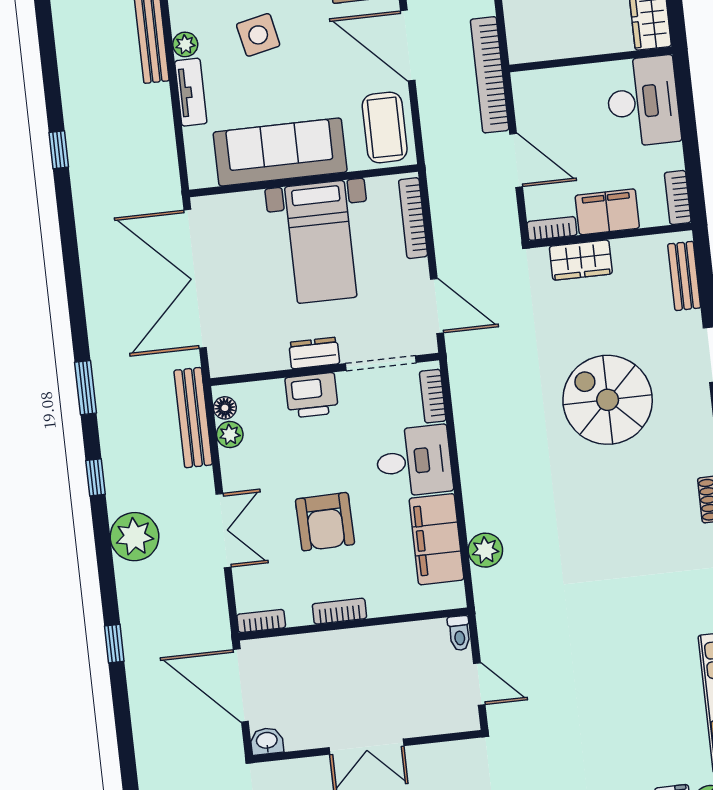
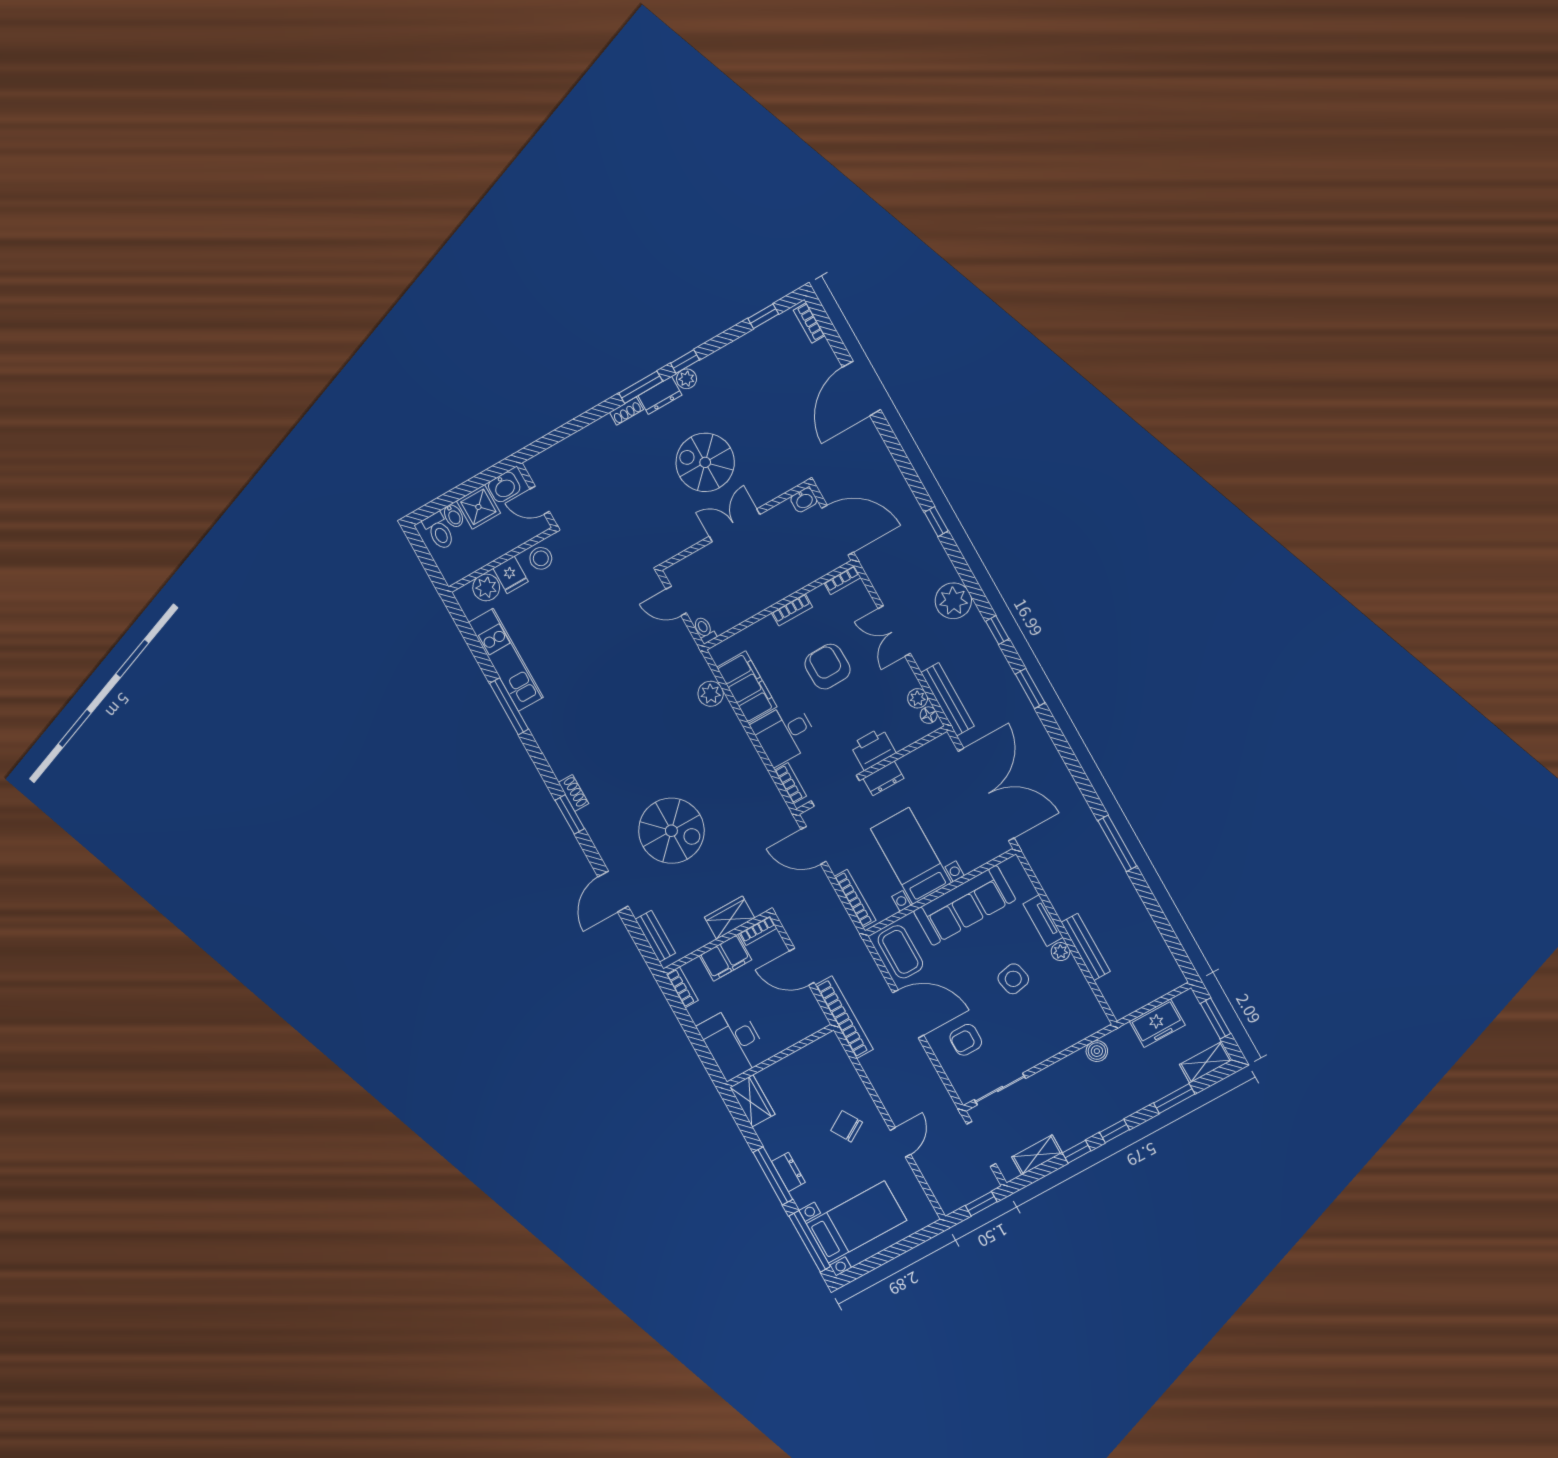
window: (59, 150) -> (1117, 843), width x2.17

